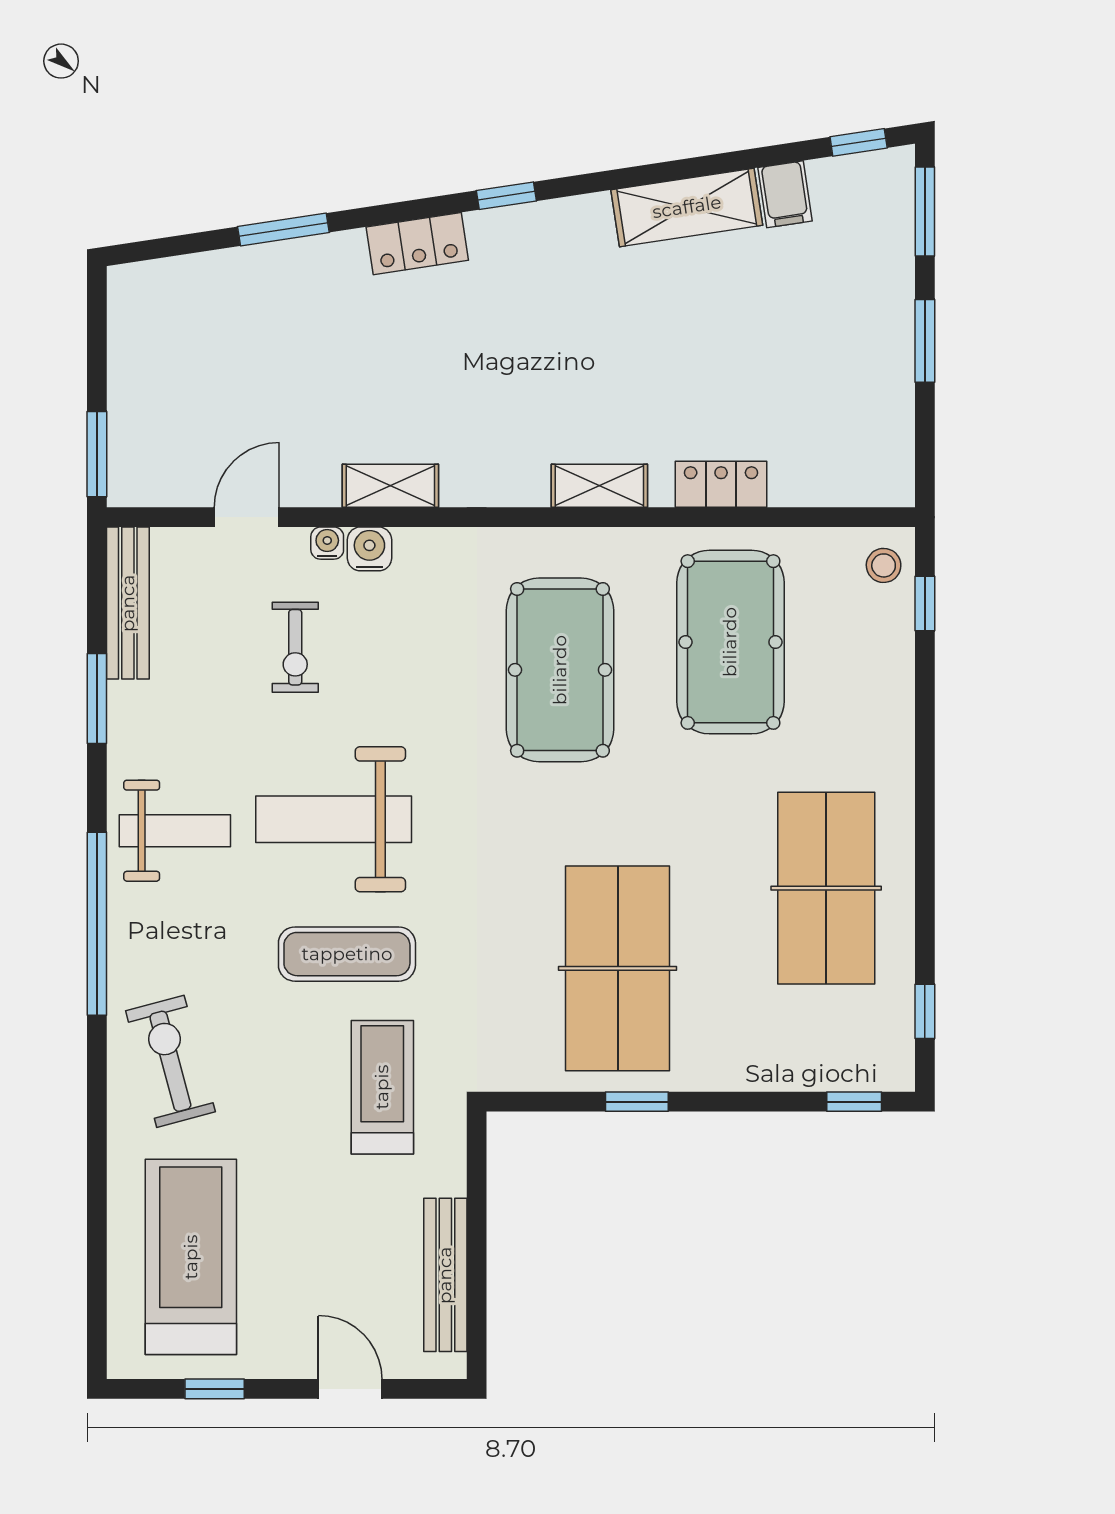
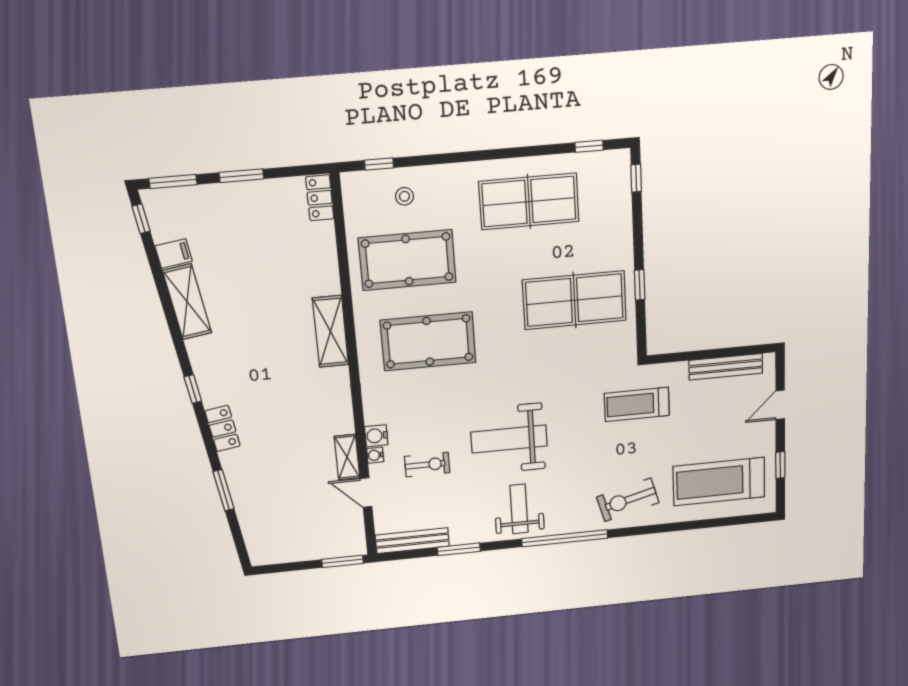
locker: (721, 484) -> (320, 198), moved
shelving: (390, 486) -> (347, 457), moved
shelving: (599, 486) -> (331, 331), width x1.50, depth x1.33
stool: (884, 565) -> (404, 196), moved
weight bench: (334, 819) -> (509, 439), turned 90
exercise mat: (347, 954) -> (574, 427), removed

